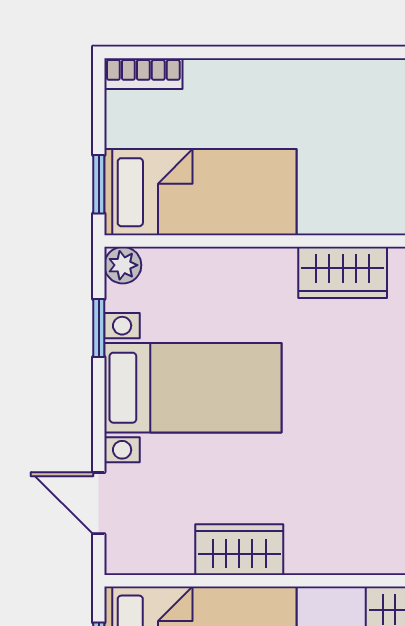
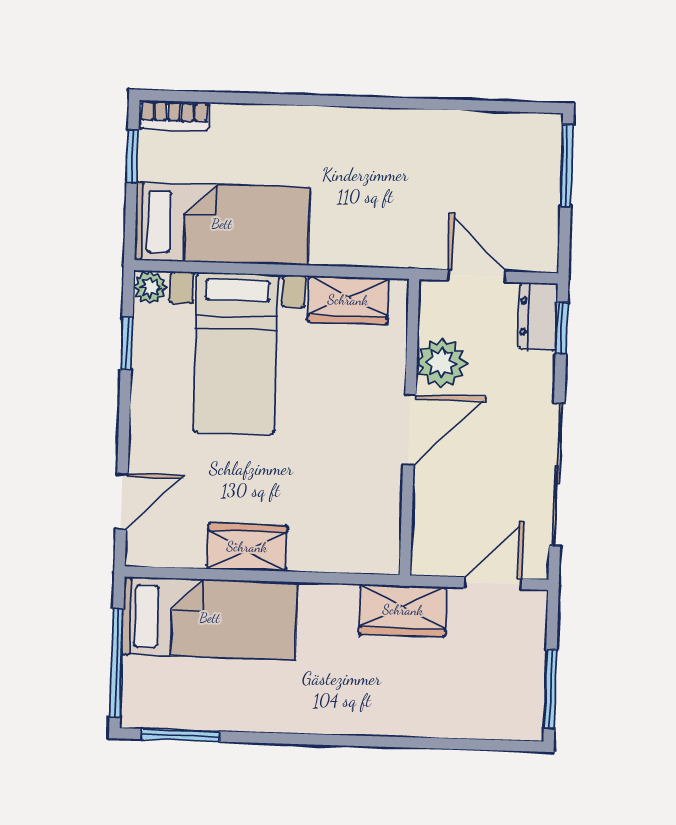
window: (99, 184) -> (132, 156), moved
bed with nightstands: (193, 388) -> (236, 353), moved, turned 90
door: (99, 503) -> (122, 501), swing flipped

